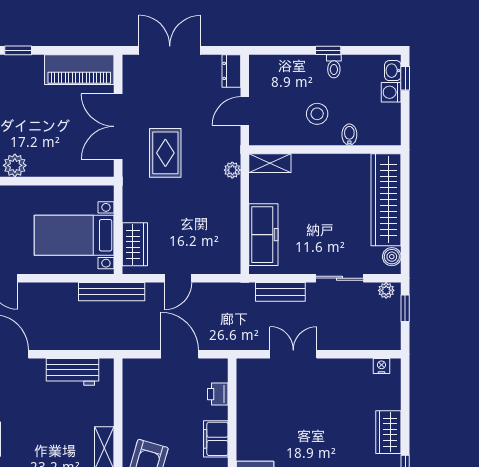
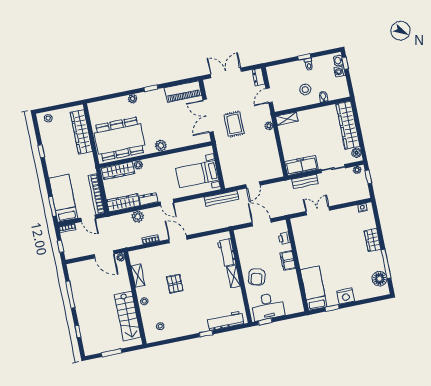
freezer: (263, 235) -> (302, 165), moved, turned -90
wardrobe: (135, 244) -> (228, 172), removed
workbench: (73, 372) -> (227, 252), moved, turned 90

